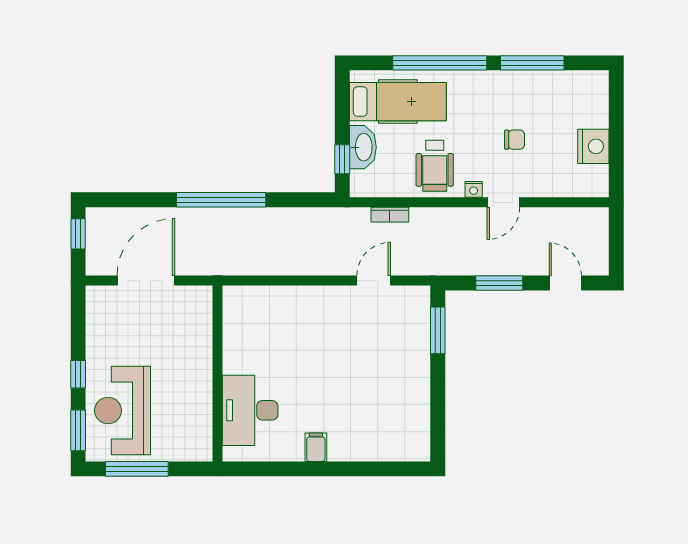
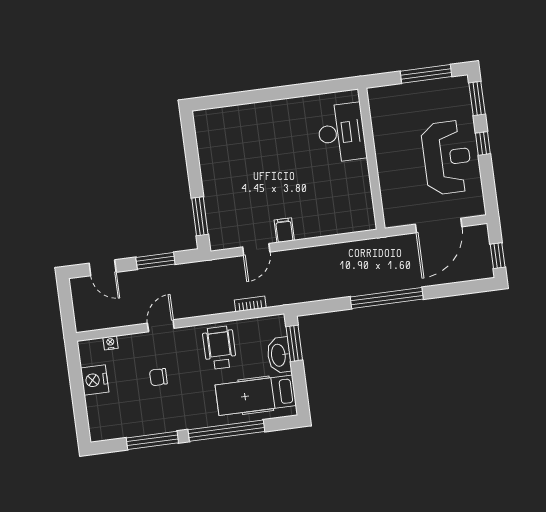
window: (342, 159) -> (294, 343), width x1.50
nightstand: (474, 189) -> (110, 343), moved
reception desk: (123, 410) -> (447, 158), moved
filing cabinet: (316, 447) -> (284, 230), moved, turned 180

